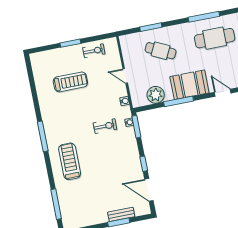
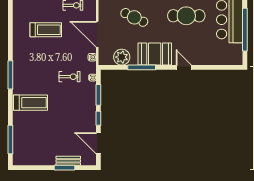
door: (125, 76) -> (97, 34), width x1.87
window: (136, 127) -> (98, 95), moved
treadmill: (70, 161) -> (31, 103), turned 90

